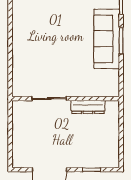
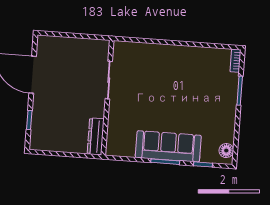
dresser: (88, 107) -> (96, 136), moved

